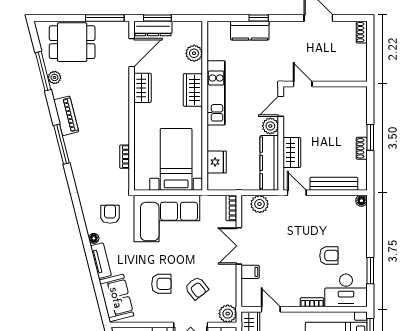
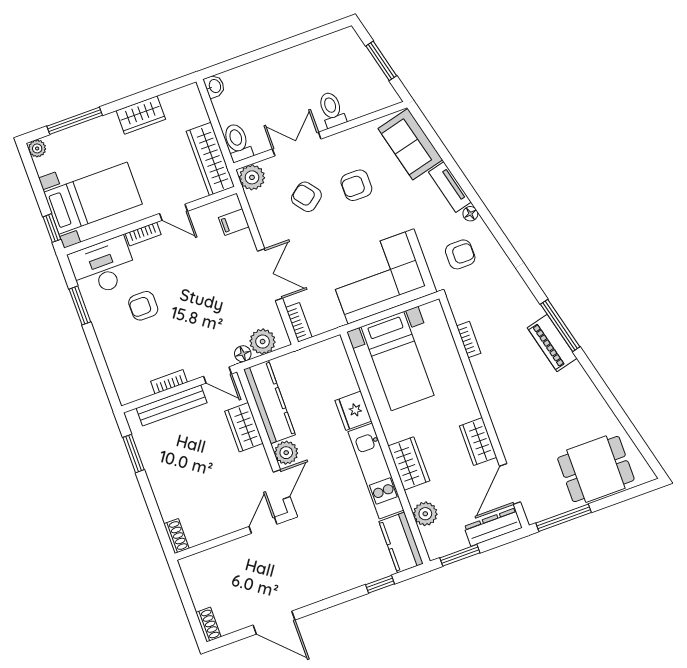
window: (157, 18) -> (460, 555), moved
window: (259, 18) -> (380, 584), moved
kitchen counter: (250, 31) -> (401, 542), moved, turned -90
window: (43, 71) -> (621, 415), removed
plant: (54, 77) -> (603, 412), removed
door: (303, 84) -> (263, 525), swing flipped
piano: (66, 116) -> (552, 343), moved
window: (370, 137) -> (134, 454), moved
shoe rack: (362, 148) -> (176, 536), moved
fridge: (217, 162) -> (353, 411), moved
bookcase: (330, 200) -> (169, 382), added
floor lamp: (361, 201) -> (243, 354), moved
armchair: (110, 214) -> (460, 254), turned -90
filing cabinet: (250, 272) -> (234, 222), moved
door: (271, 309) -> (174, 212), moved

